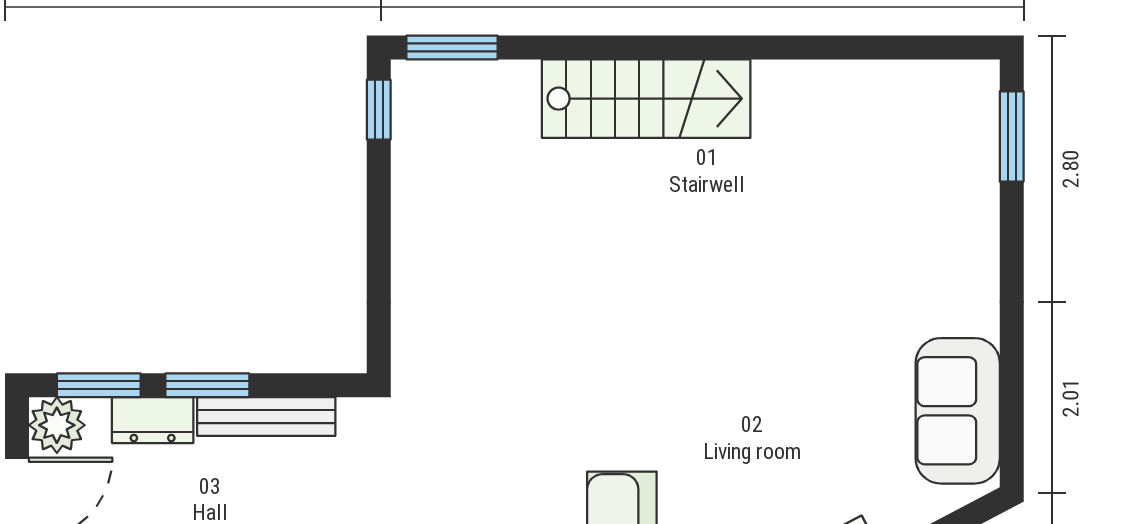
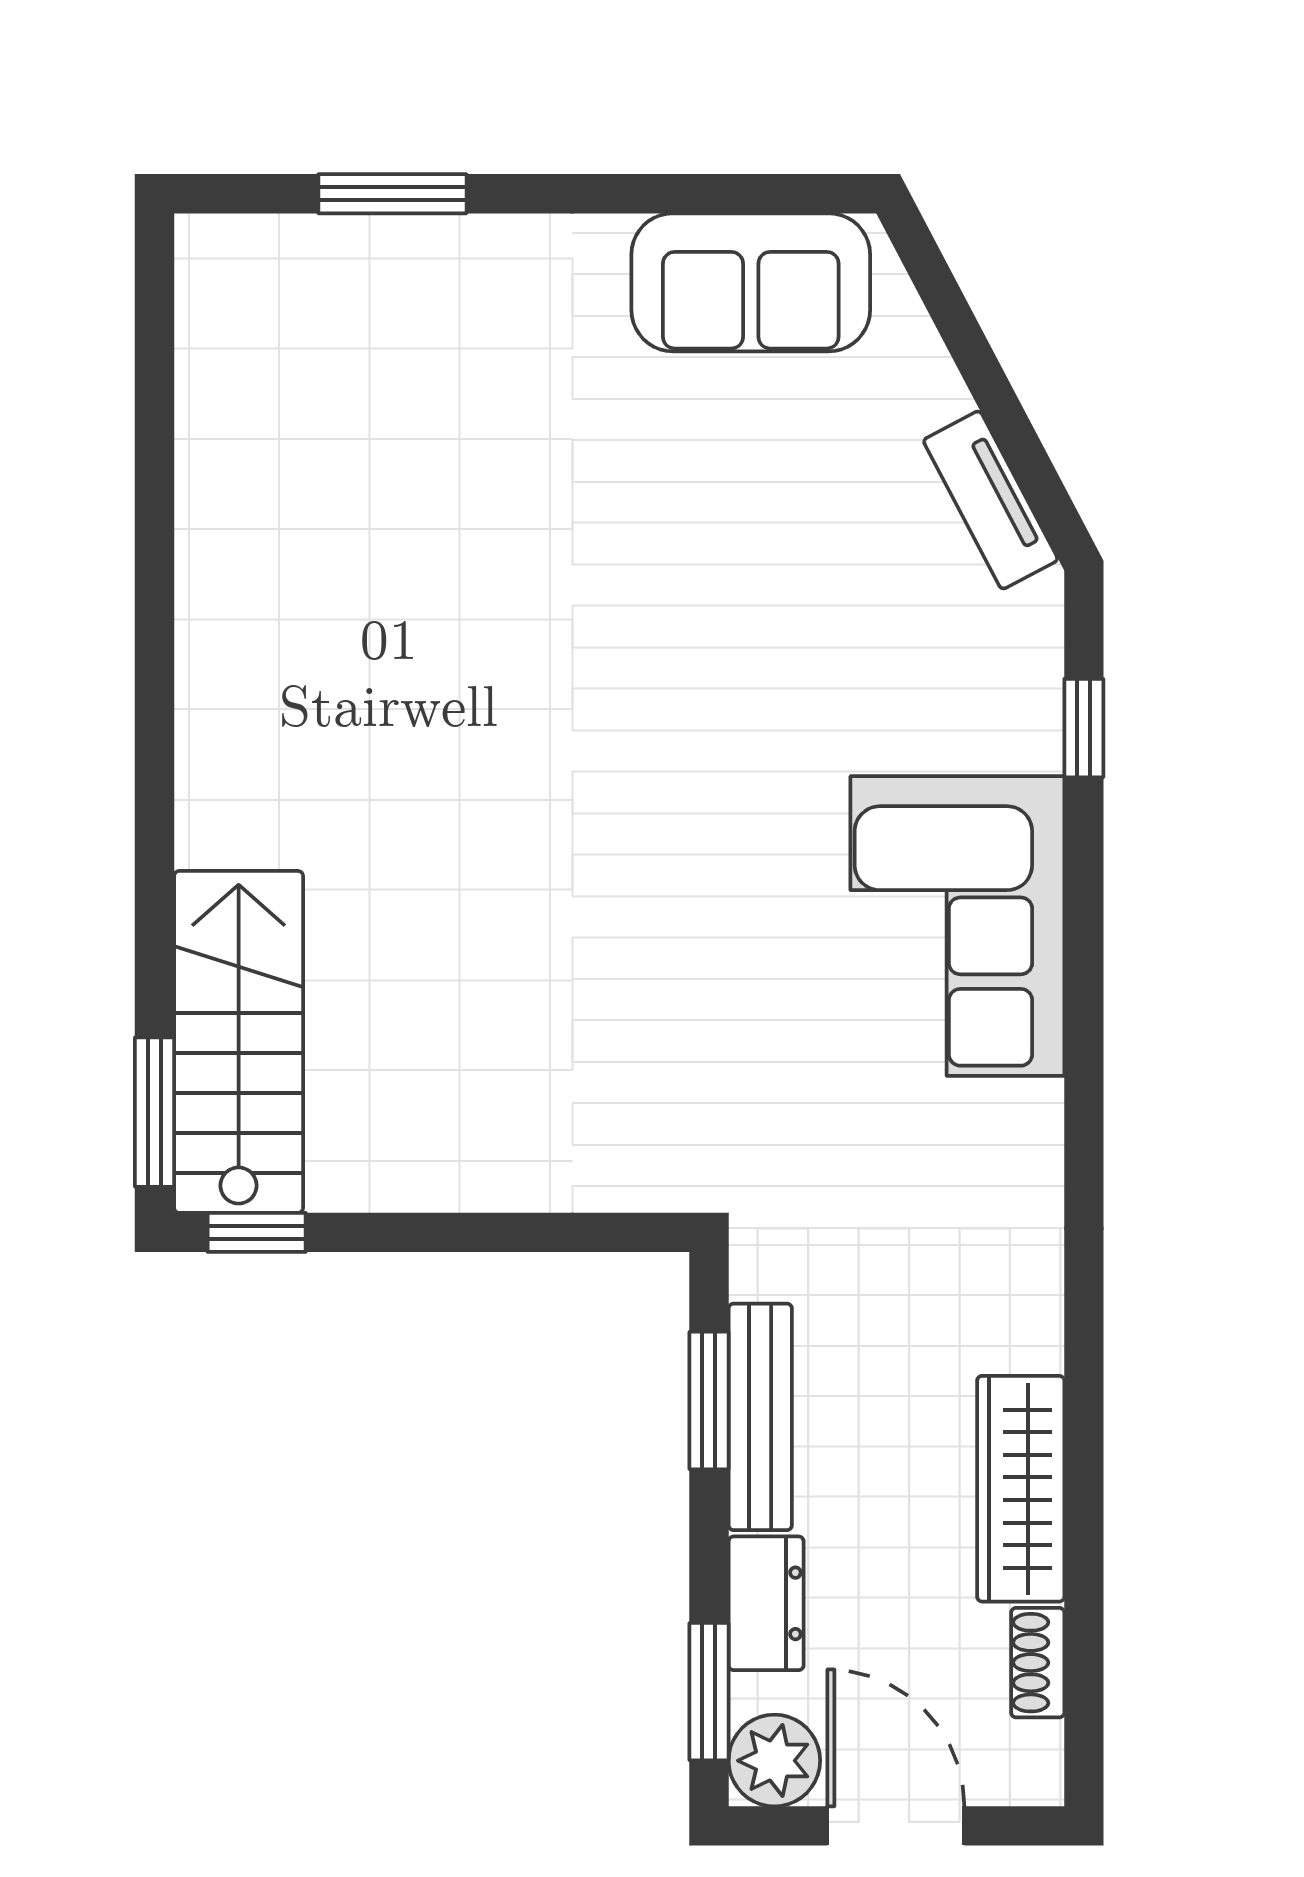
stairs: (646, 99) -> (239, 1042), moved
window: (1012, 137) -> (392, 194), moved
window: (207, 385) -> (709, 1401), moved

